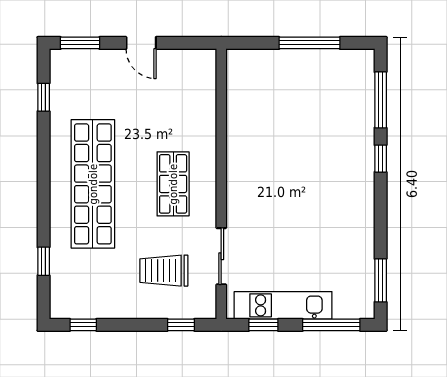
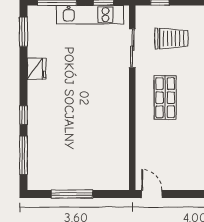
door: (141, 43) -> (152, 194), moved
fridge: (361, 226) -> (37, 69), added

